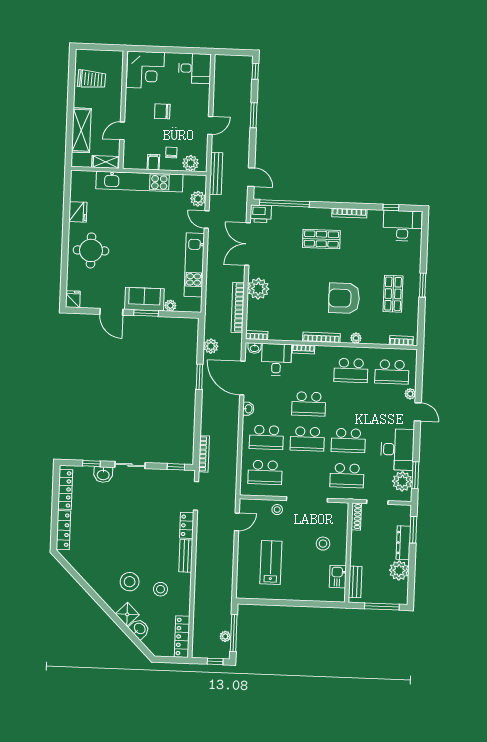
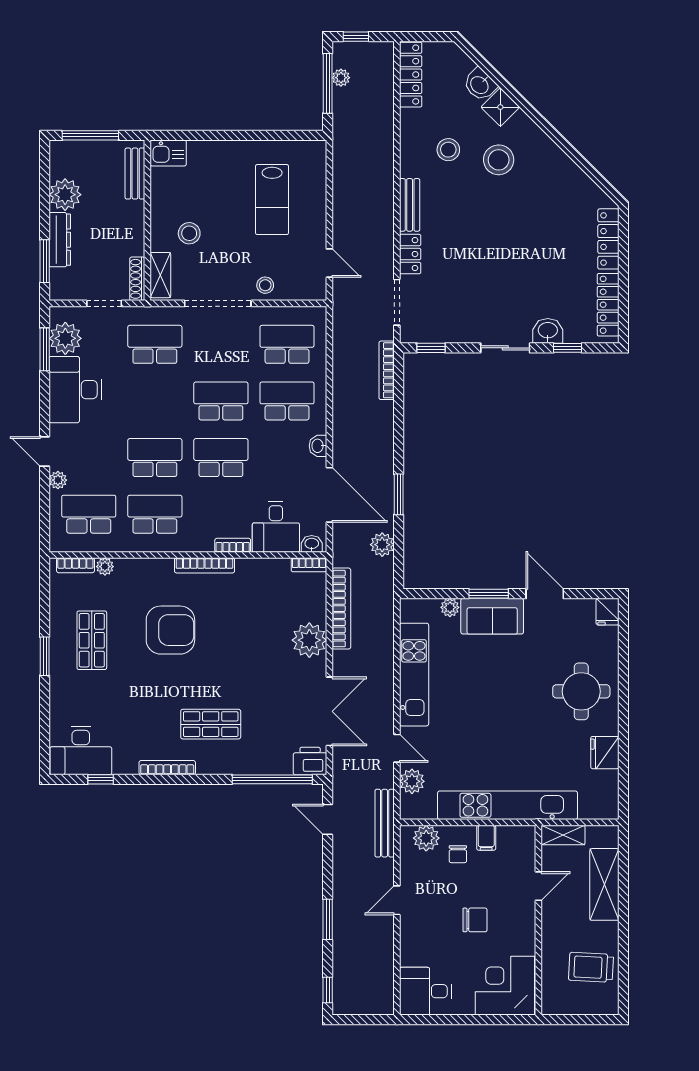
plant: (356, 338) -> (105, 567), moved
school desk: (348, 440) -> (155, 458), moved
shelving: (342, 518) -> (160, 275), added
door: (237, 522) -> (329, 263), swing flipped
kitchen sink: (338, 577) -> (168, 153), moved, turned 90

